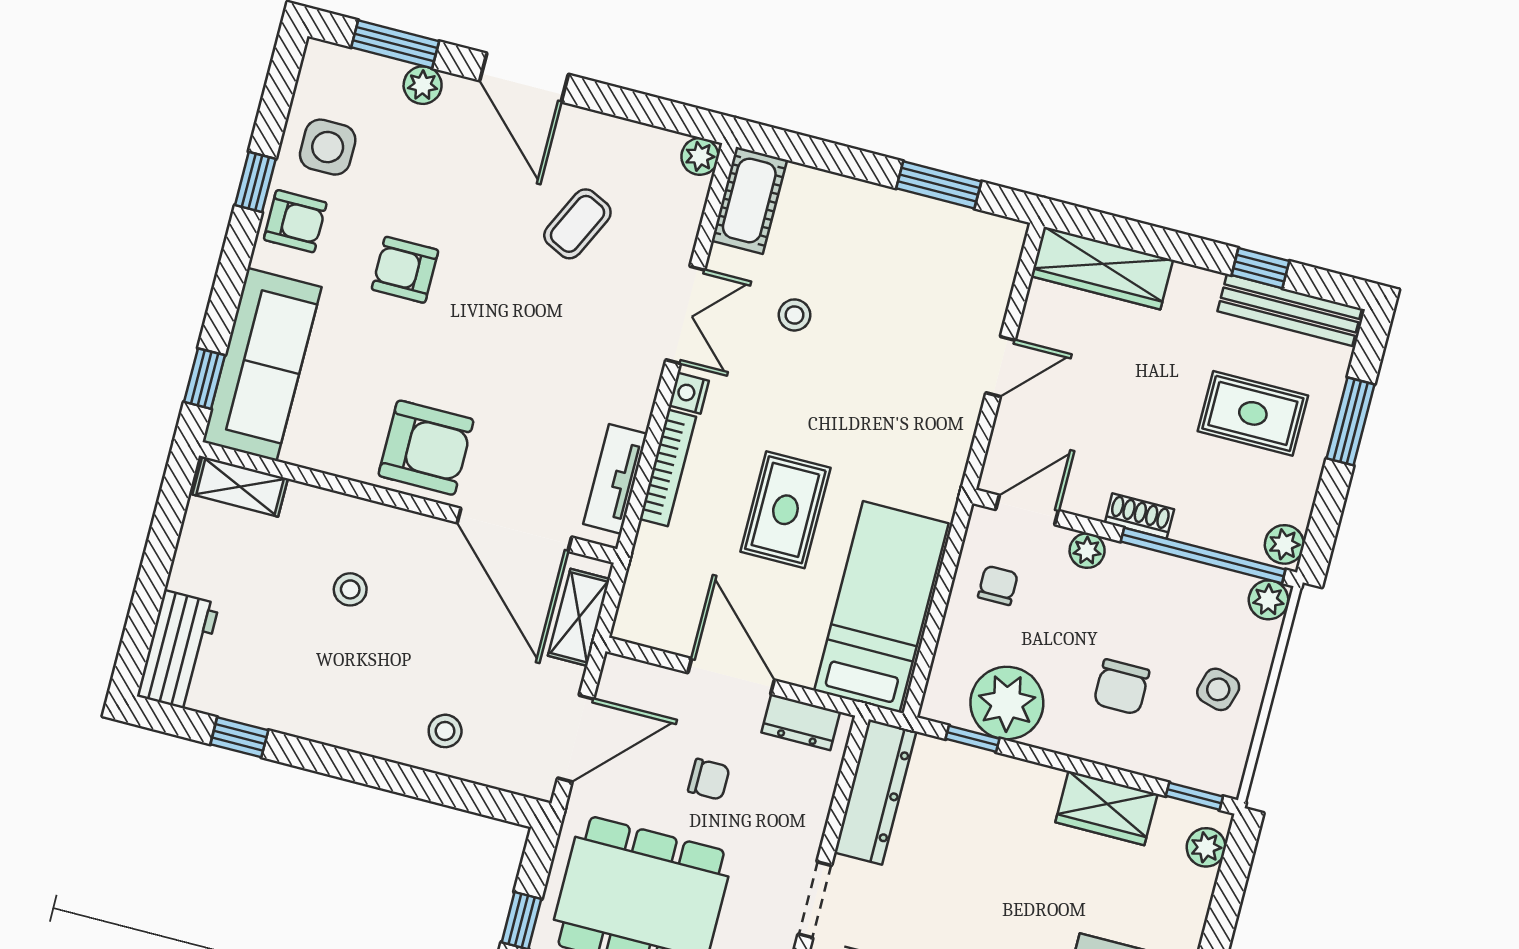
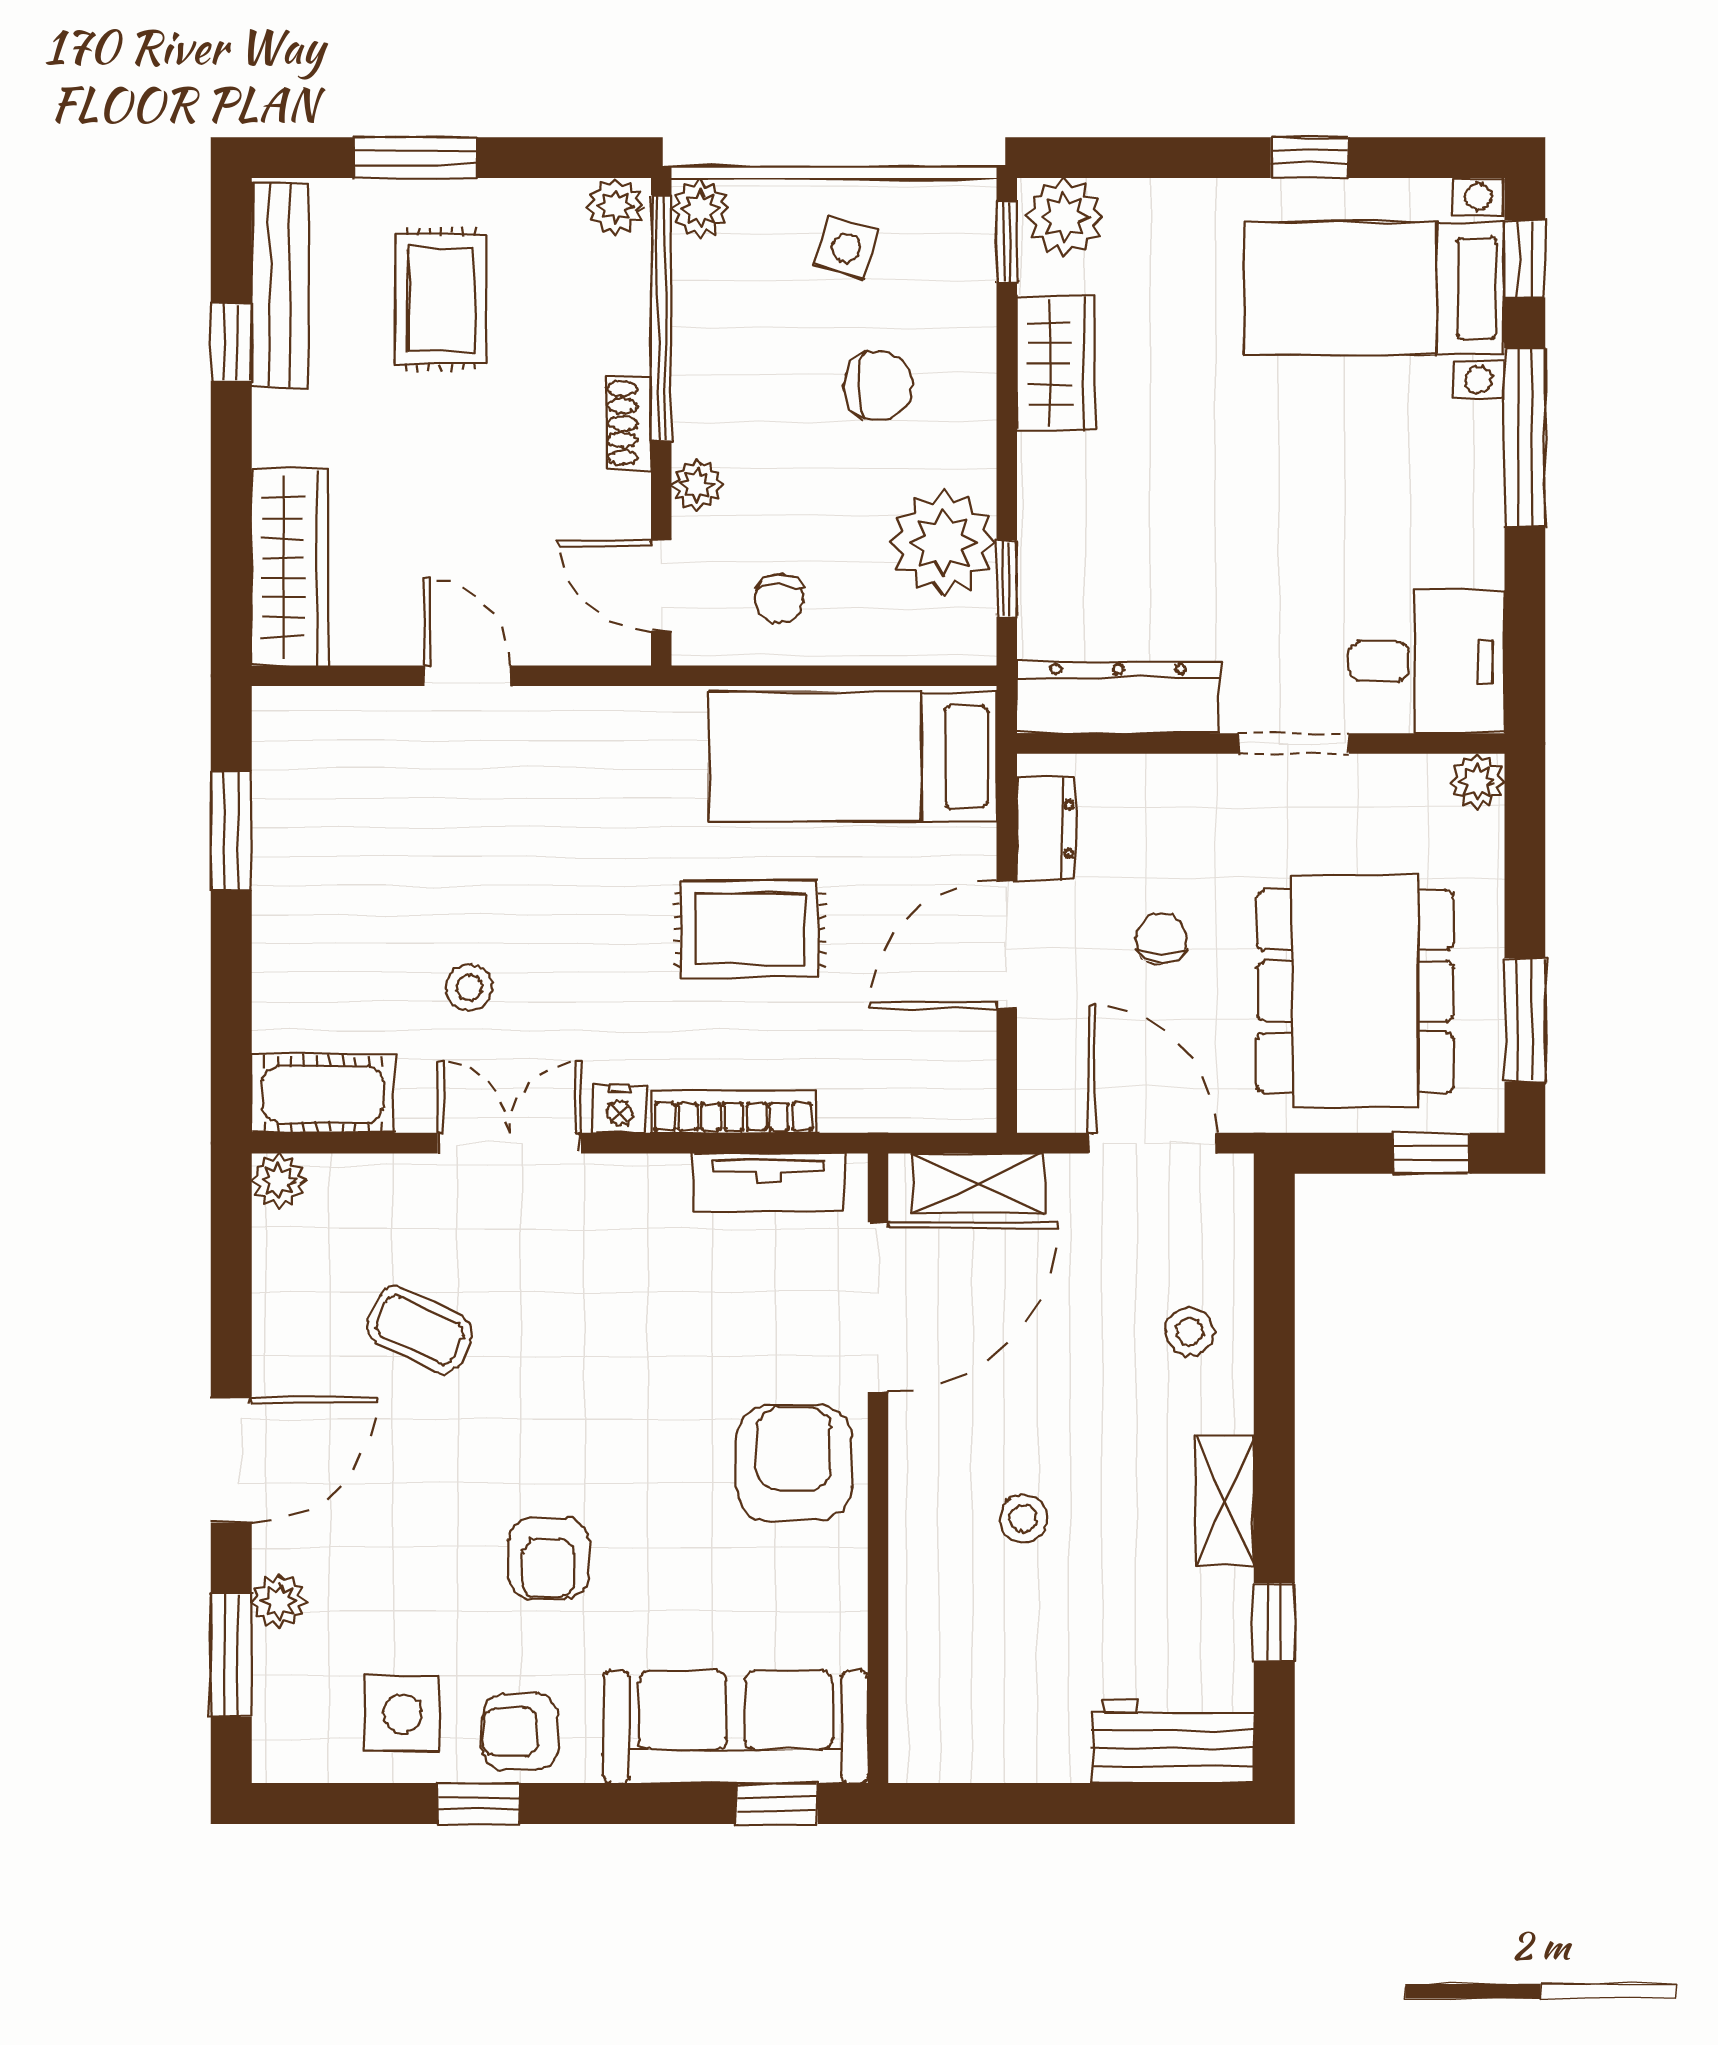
armchair: (295, 221) -> (520, 1732), turned -90
shelving: (240, 487) -> (1225, 1501), moved
chair: (998, 585) -> (779, 599), turned -90
plant: (1206, 847) -> (1065, 217), width x1.38, depth x1.38

